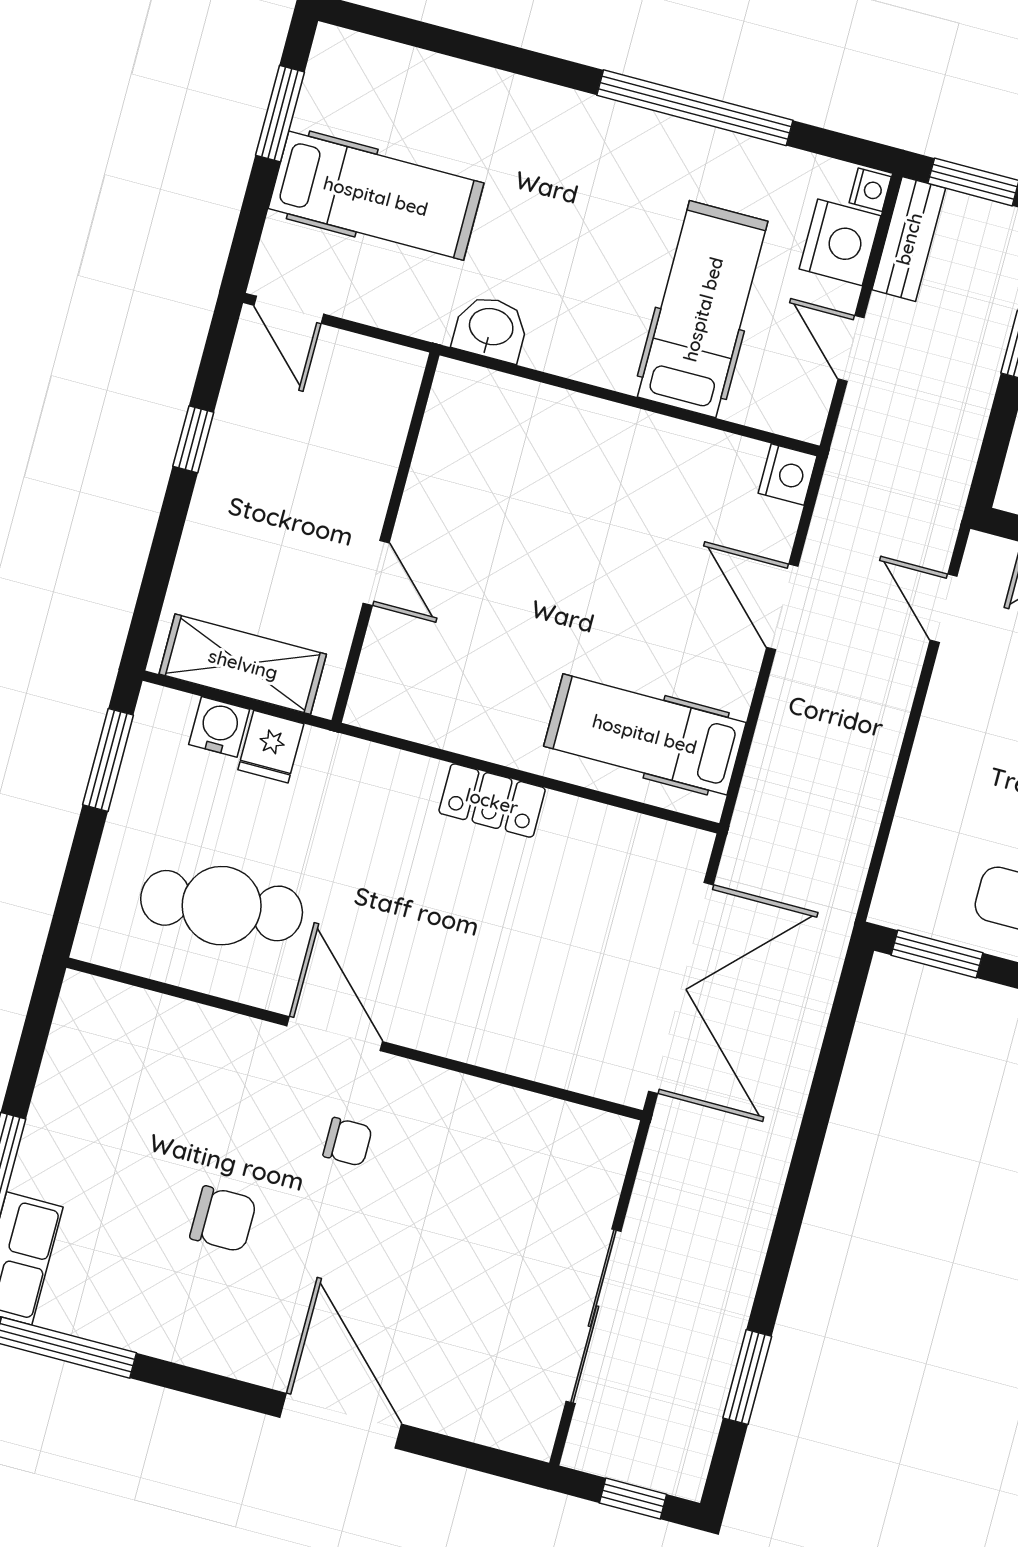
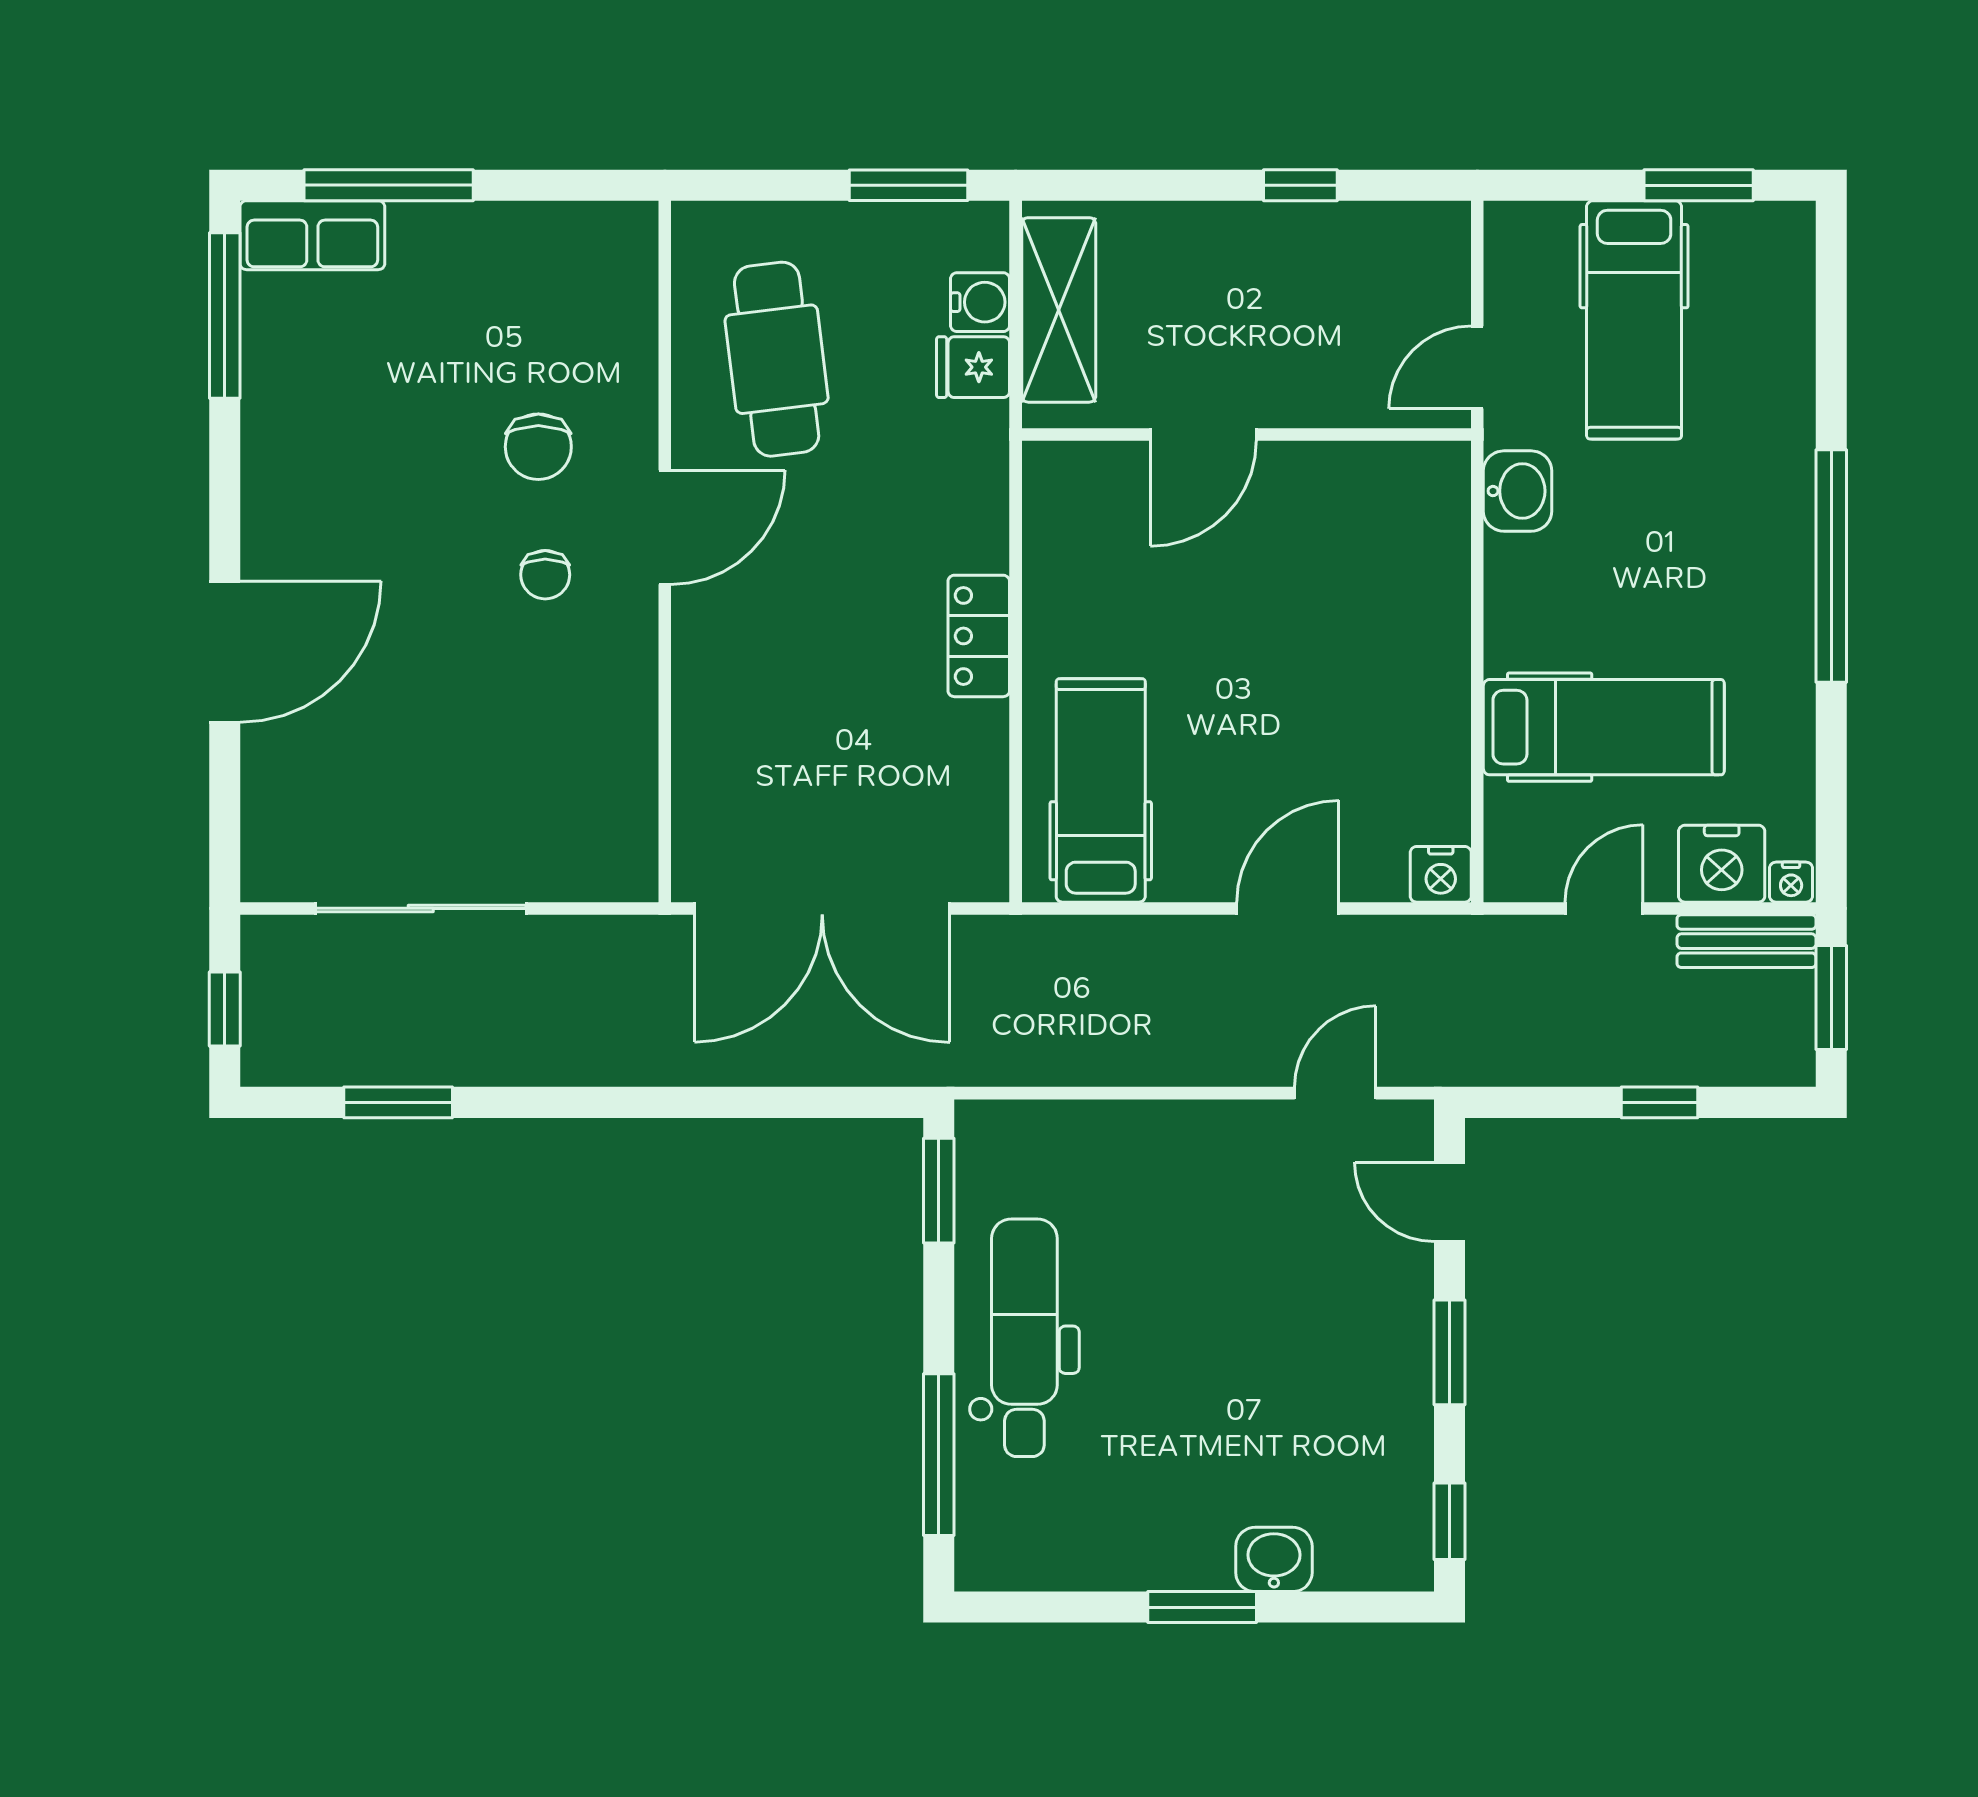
window: (695, 108) -> (1831, 566), moved
door: (289, 310) -> (1477, 367), moved
door: (376, 573) -> (1203, 435), width x1.38
chair: (223, 1219) -> (538, 447), moved

